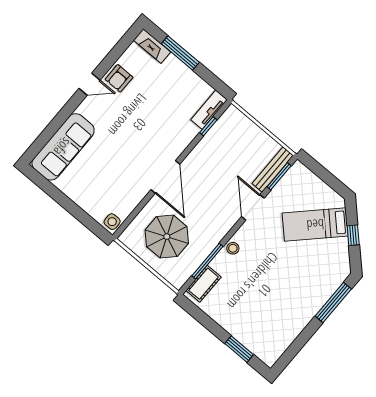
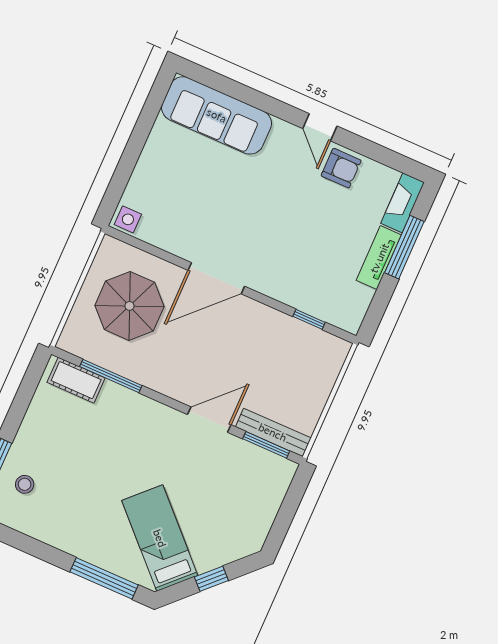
armchair: (119, 78) -> (341, 168), turned 180
tv unit: (209, 110) -> (379, 258), moved, turned -90
bed: (315, 225) -> (160, 538), moved
stool: (233, 248) -> (25, 484), moved

